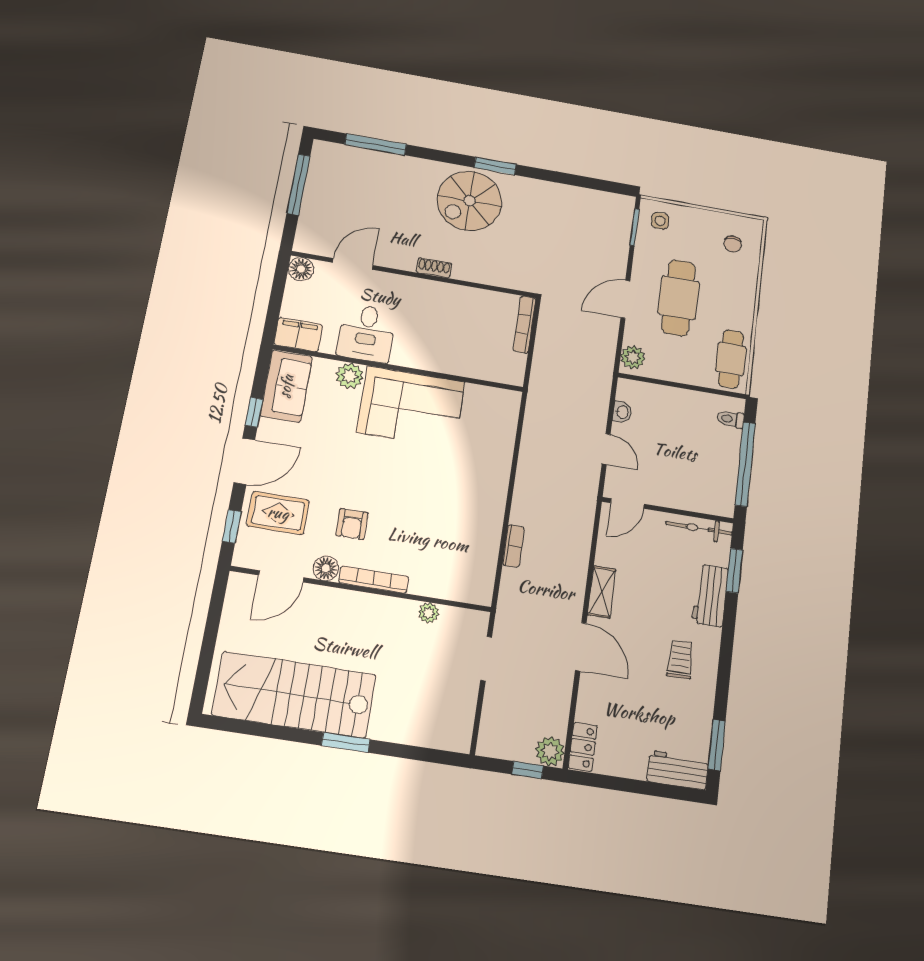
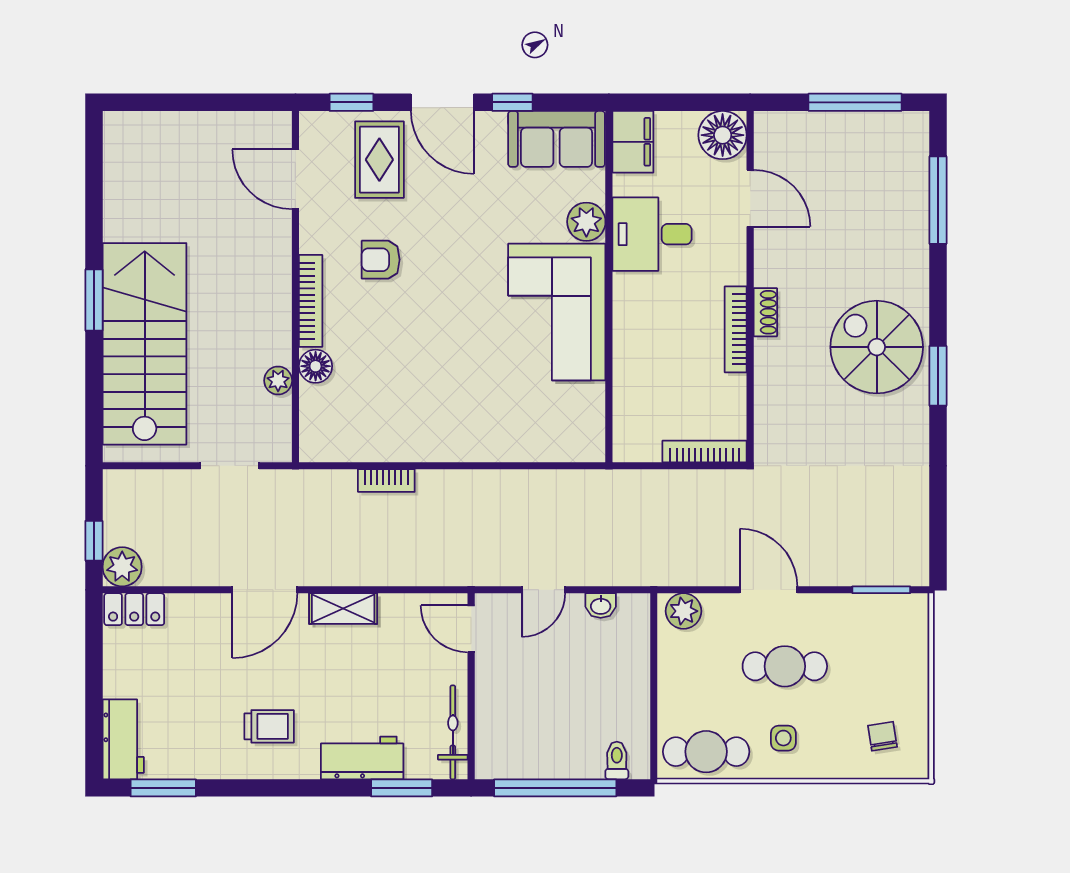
side table: (660, 221) -> (783, 738), moved
chair: (733, 244) -> (882, 736), turned 81
floor lamp: (301, 269) -> (723, 135), width x1.38, depth x1.38
bookcase: (443, 289) -> (736, 329), added
cafe table: (679, 298) -> (785, 666), width x0.73, depth x0.74
floor lamp: (326, 568) -> (316, 366), moved
stairs: (294, 695) -> (145, 344), moved

